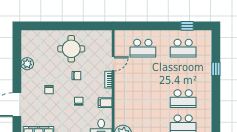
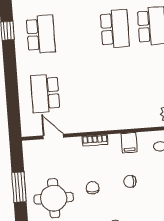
window: (81, 26) -> (19, 187), added
school desk: (143, 48) -> (45, 93), turned 180
door: (113, 64) -> (53, 137), moved

